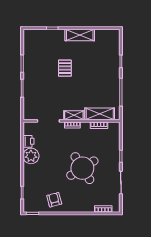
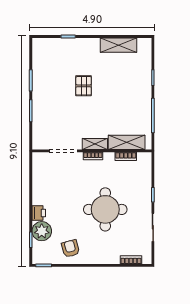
shelving: (80, 35) -> (119, 45), moved
printer: (29, 141) -> (39, 213), moved
plant: (31, 156) -> (42, 231), moved
round table: (82, 168) -> (105, 209), turned 32

